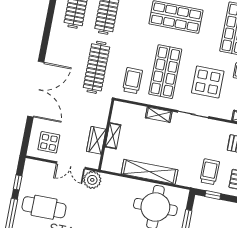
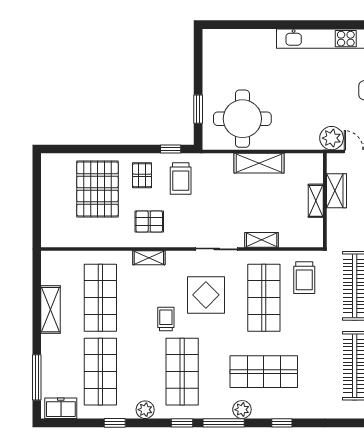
shelving: (150, 172) -> (259, 163), width x0.68

